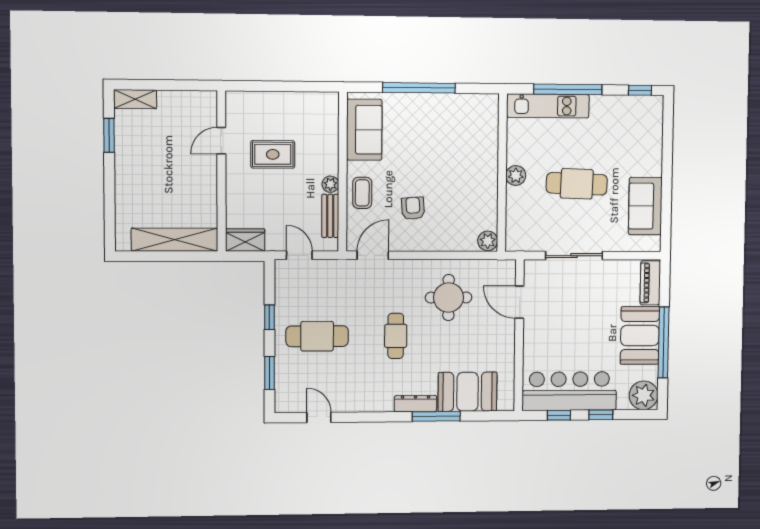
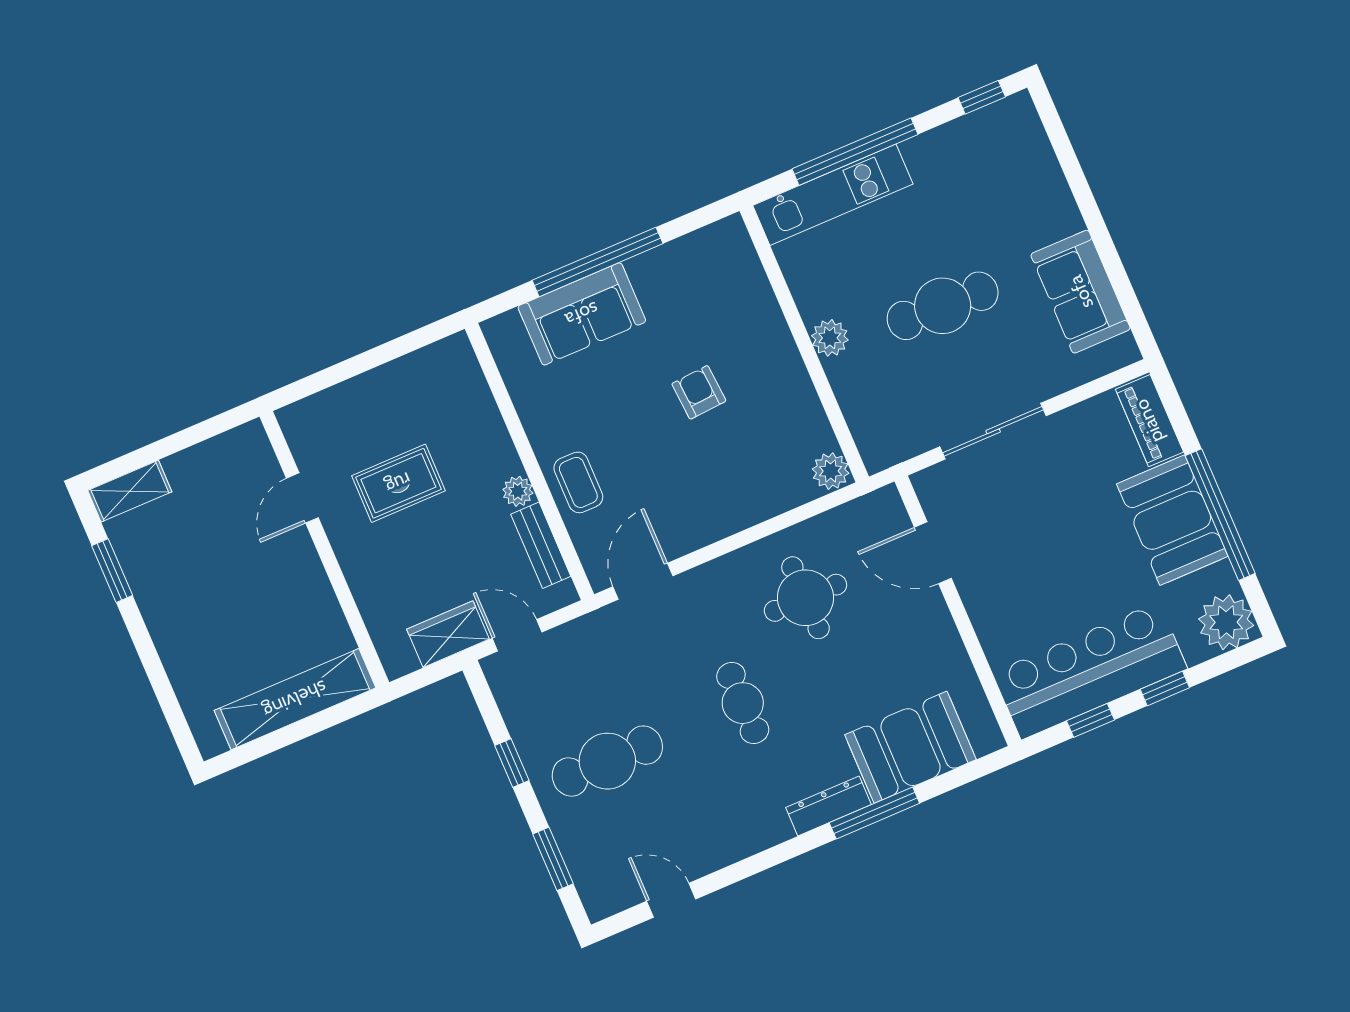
sofa: (364, 130) -> (582, 314), moved, turned 90
armchair: (413, 208) -> (699, 392), moved
wardrobe: (245, 240) -> (448, 634), moved

